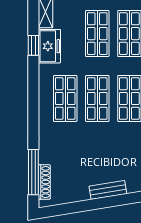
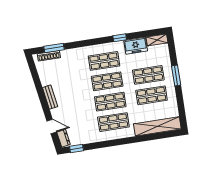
window: (33, 45) -> (120, 38), moved
window: (33, 172) -> (54, 48), width x0.69

